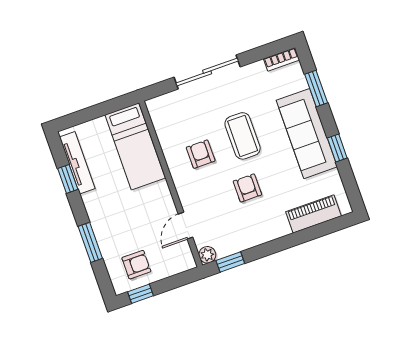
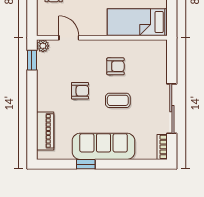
sliding door: (207, 72) -> (172, 109), moved
window: (316, 89) -> (133, 164), removed
coffee table: (243, 136) -> (118, 100), width x0.73, depth x0.77

